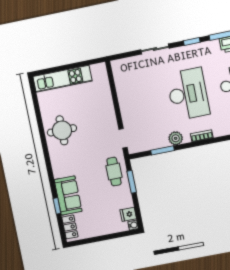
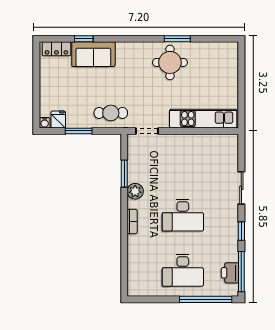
kitchen unit: (62, 79) -> (203, 119), moved, turned 90
desk: (188, 94) -> (183, 215), width x0.73, depth x0.77
window: (41, 128) -> (177, 39), added
window: (132, 182) -> (79, 131), moved

